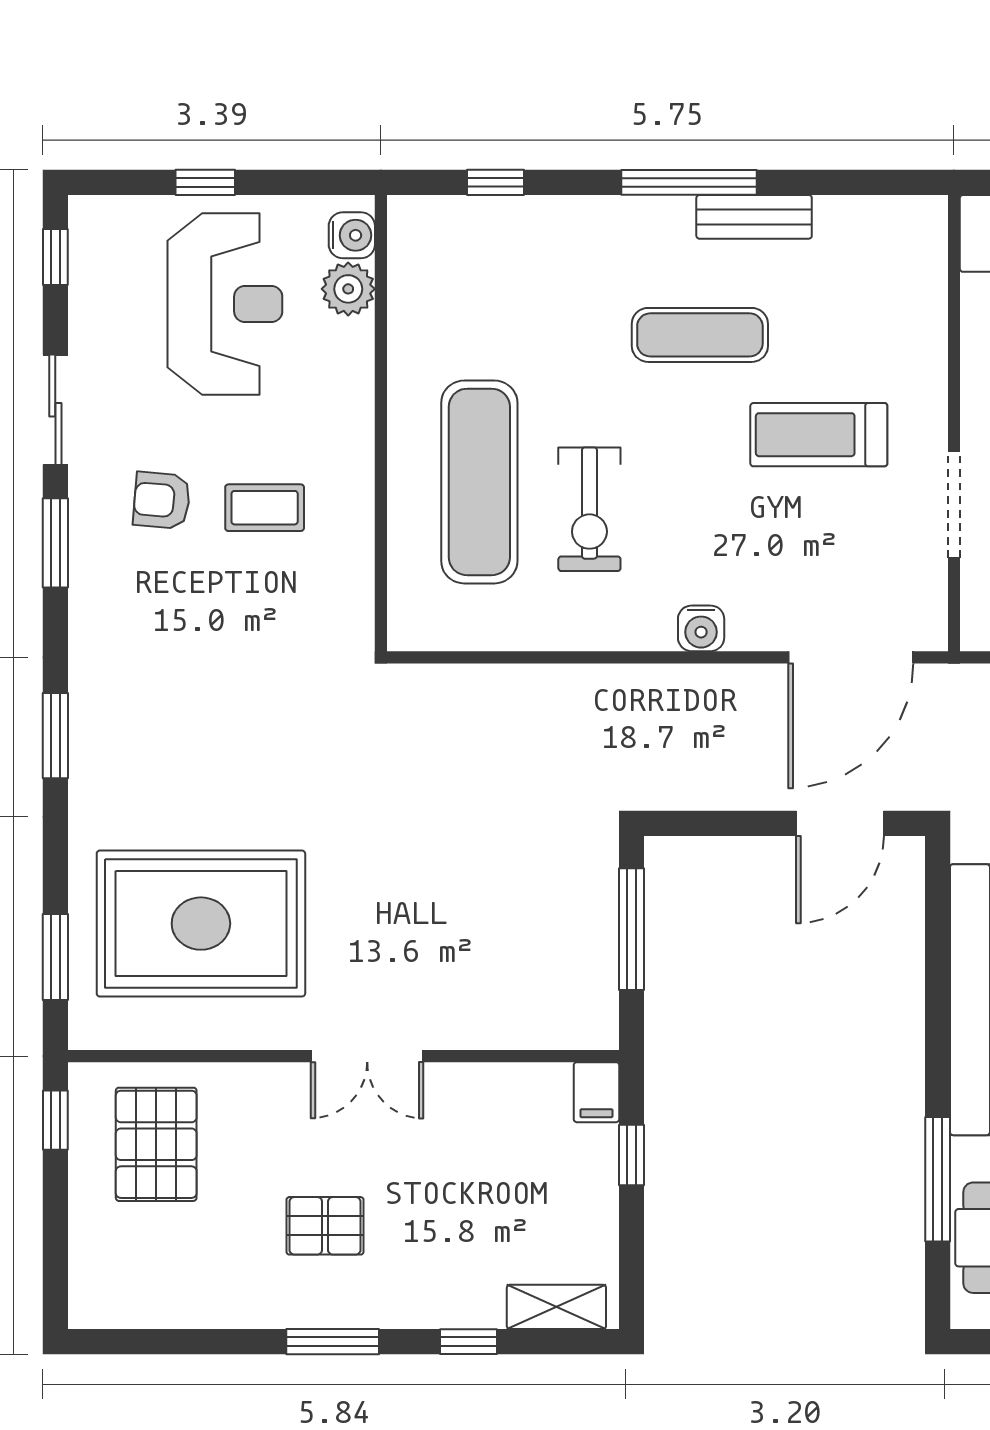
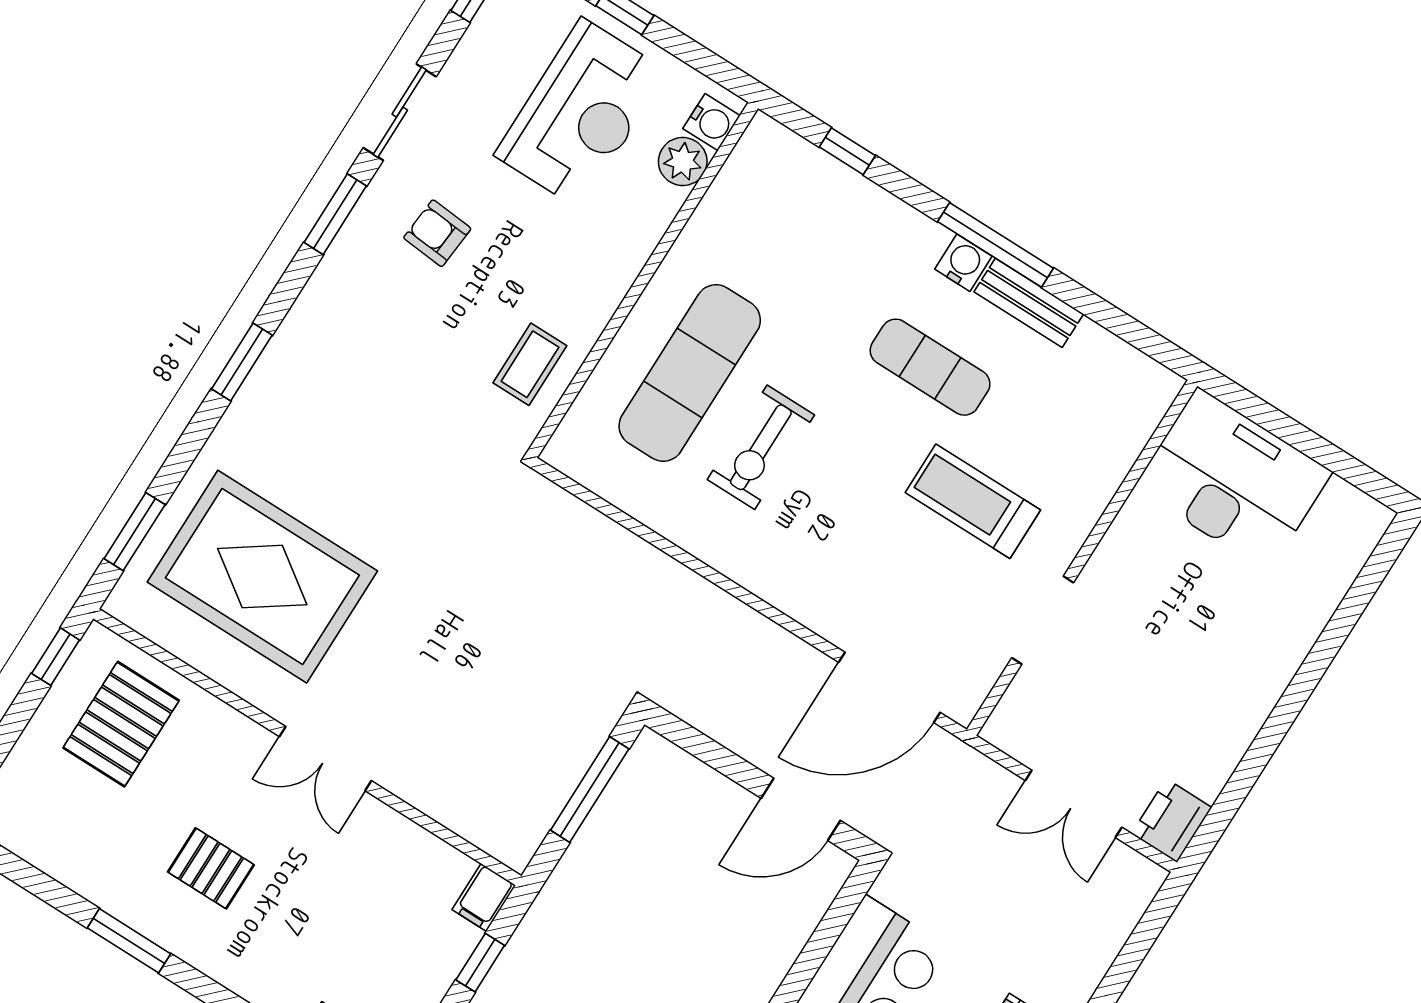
coffee table: (265, 508) -> (530, 364), moved, turned 90
water cooler: (701, 628) -> (963, 263), moved, turned 180
window: (333, 1342) -> (129, 941), moved

